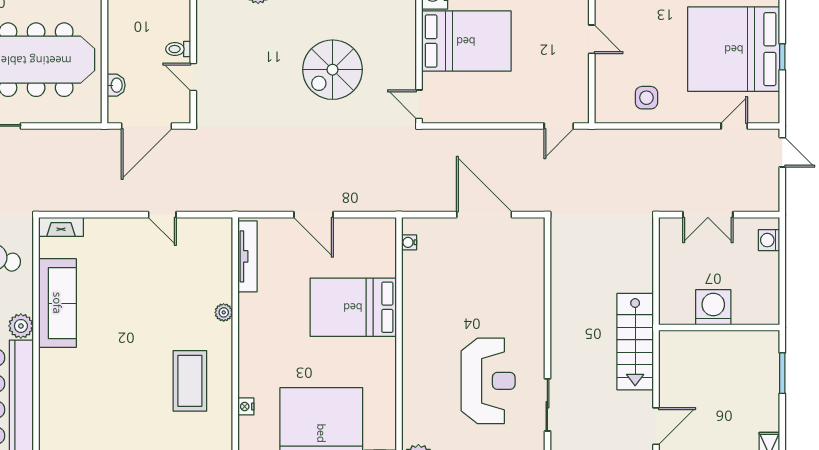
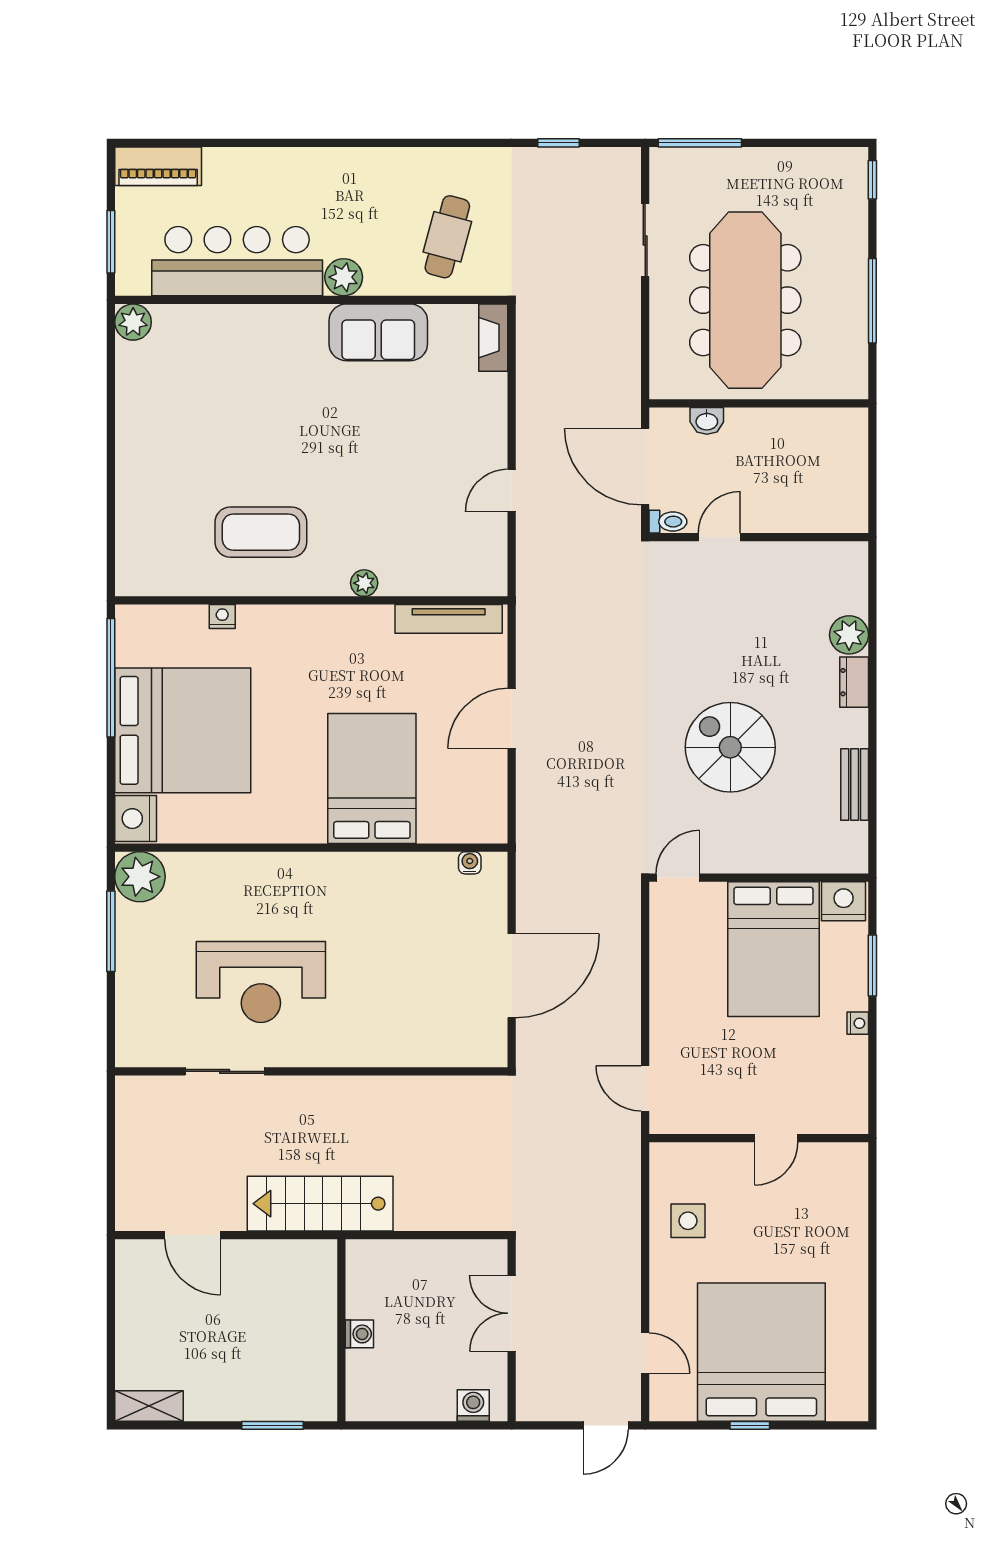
toilet: (178, 49) -> (668, 522), moved, turned 90
sofa: (57, 303) -> (378, 332), width x0.73
washing machine: (713, 307) -> (359, 1334), width x0.53, depth x0.53

